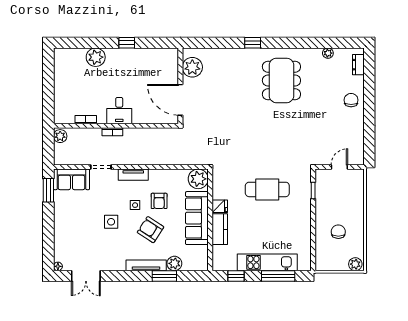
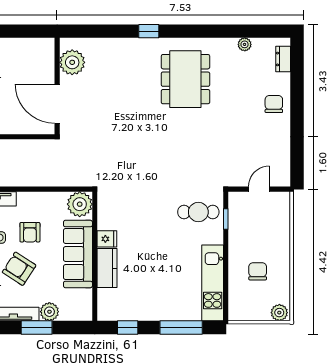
cafe table: (267, 189) -> (198, 212), moved, width x0.73, depth x0.74
kitchen unit: (267, 262) -> (213, 283), moved, turned -90

